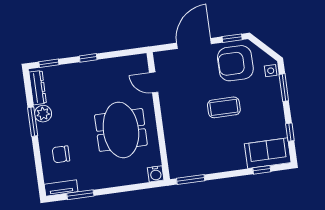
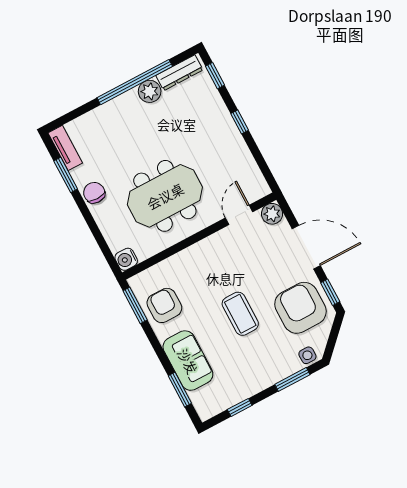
plant: (161, 59) -> (272, 214), added
window: (33, 122) -> (135, 82), width x2.11
sofa: (268, 153) -> (188, 361), moved
chair: (61, 154) -> (94, 193), moved
armchair: (198, 159) -> (164, 305), added
window: (262, 170) -> (180, 390), width x1.50

